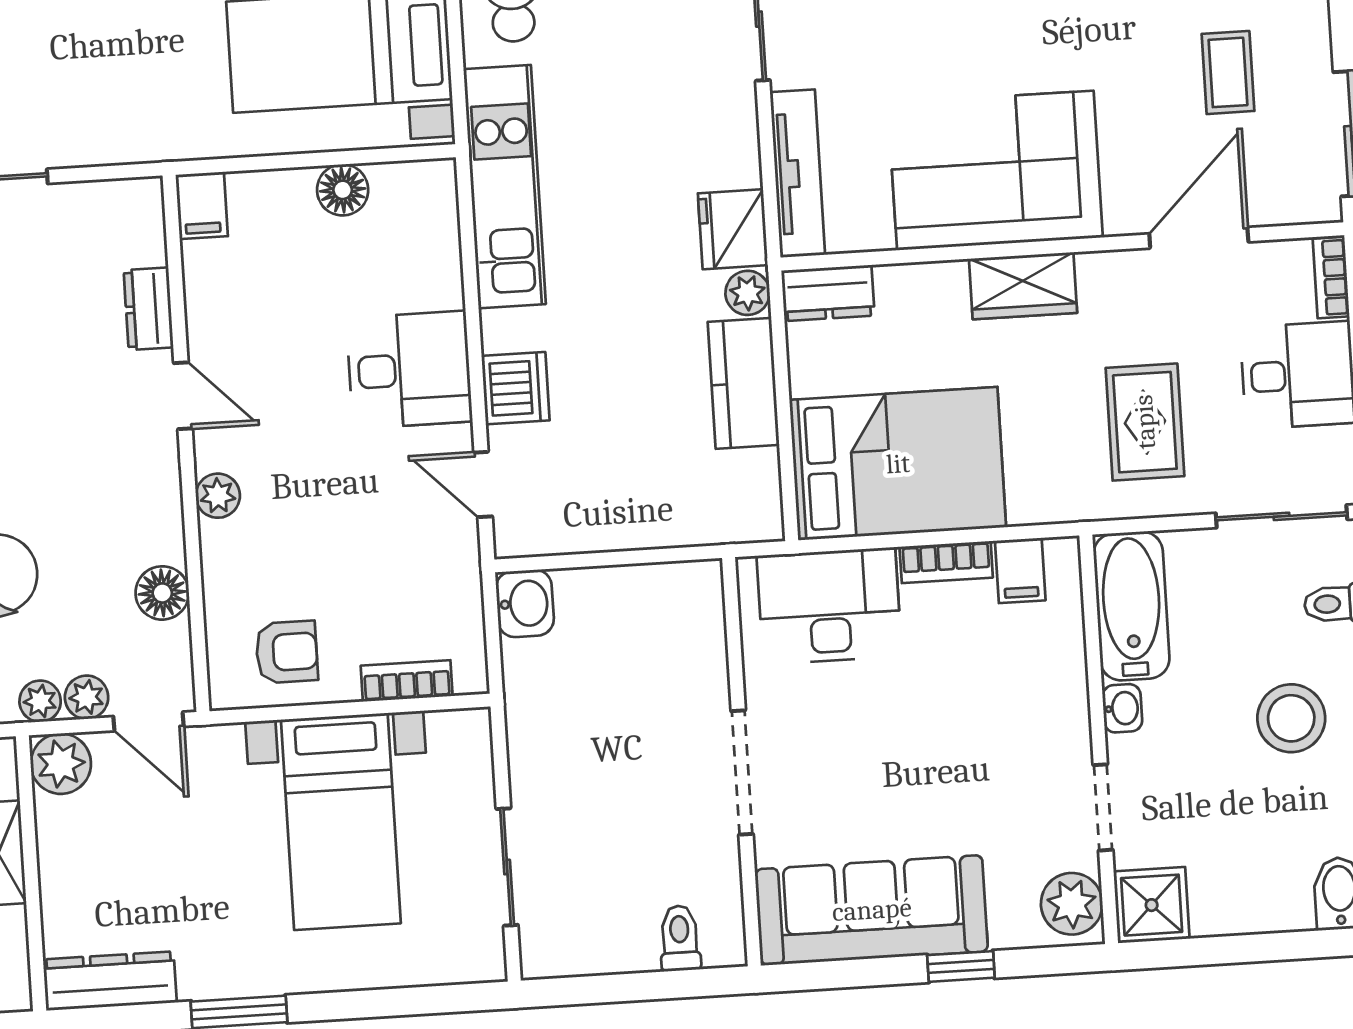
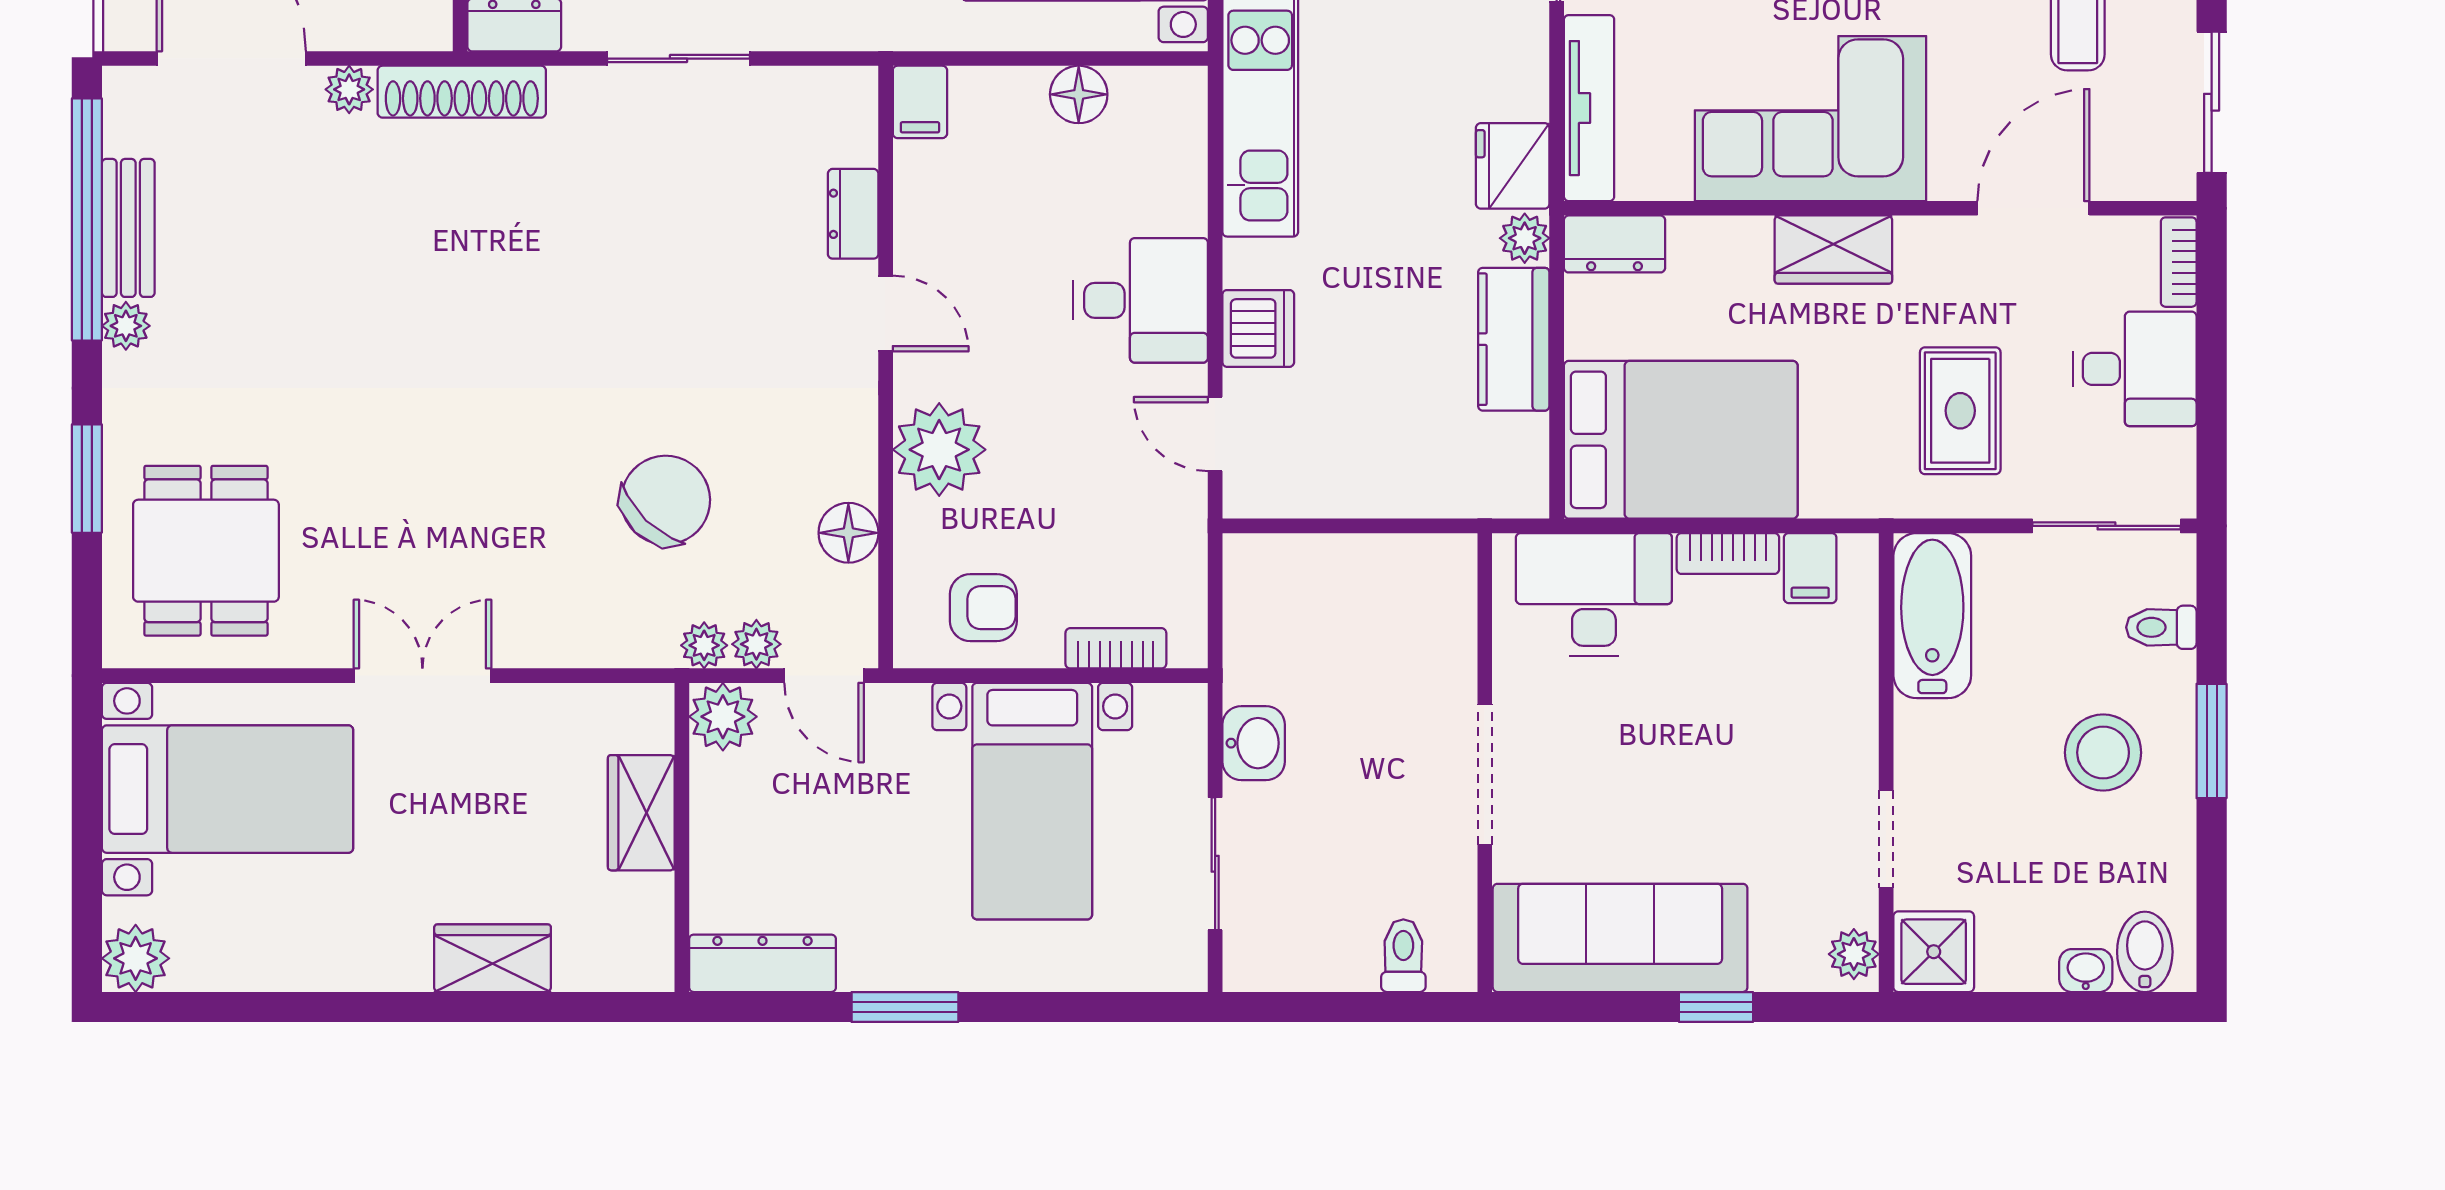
plant: (218, 496) -> (939, 450), width x1.88, depth x1.88
washbasin: (525, 603) -> (1254, 743), moved
washbasin: (1122, 708) -> (2086, 971), moved, turned -90
plant: (1072, 904) -> (1854, 954), width x0.73, depth x0.73

